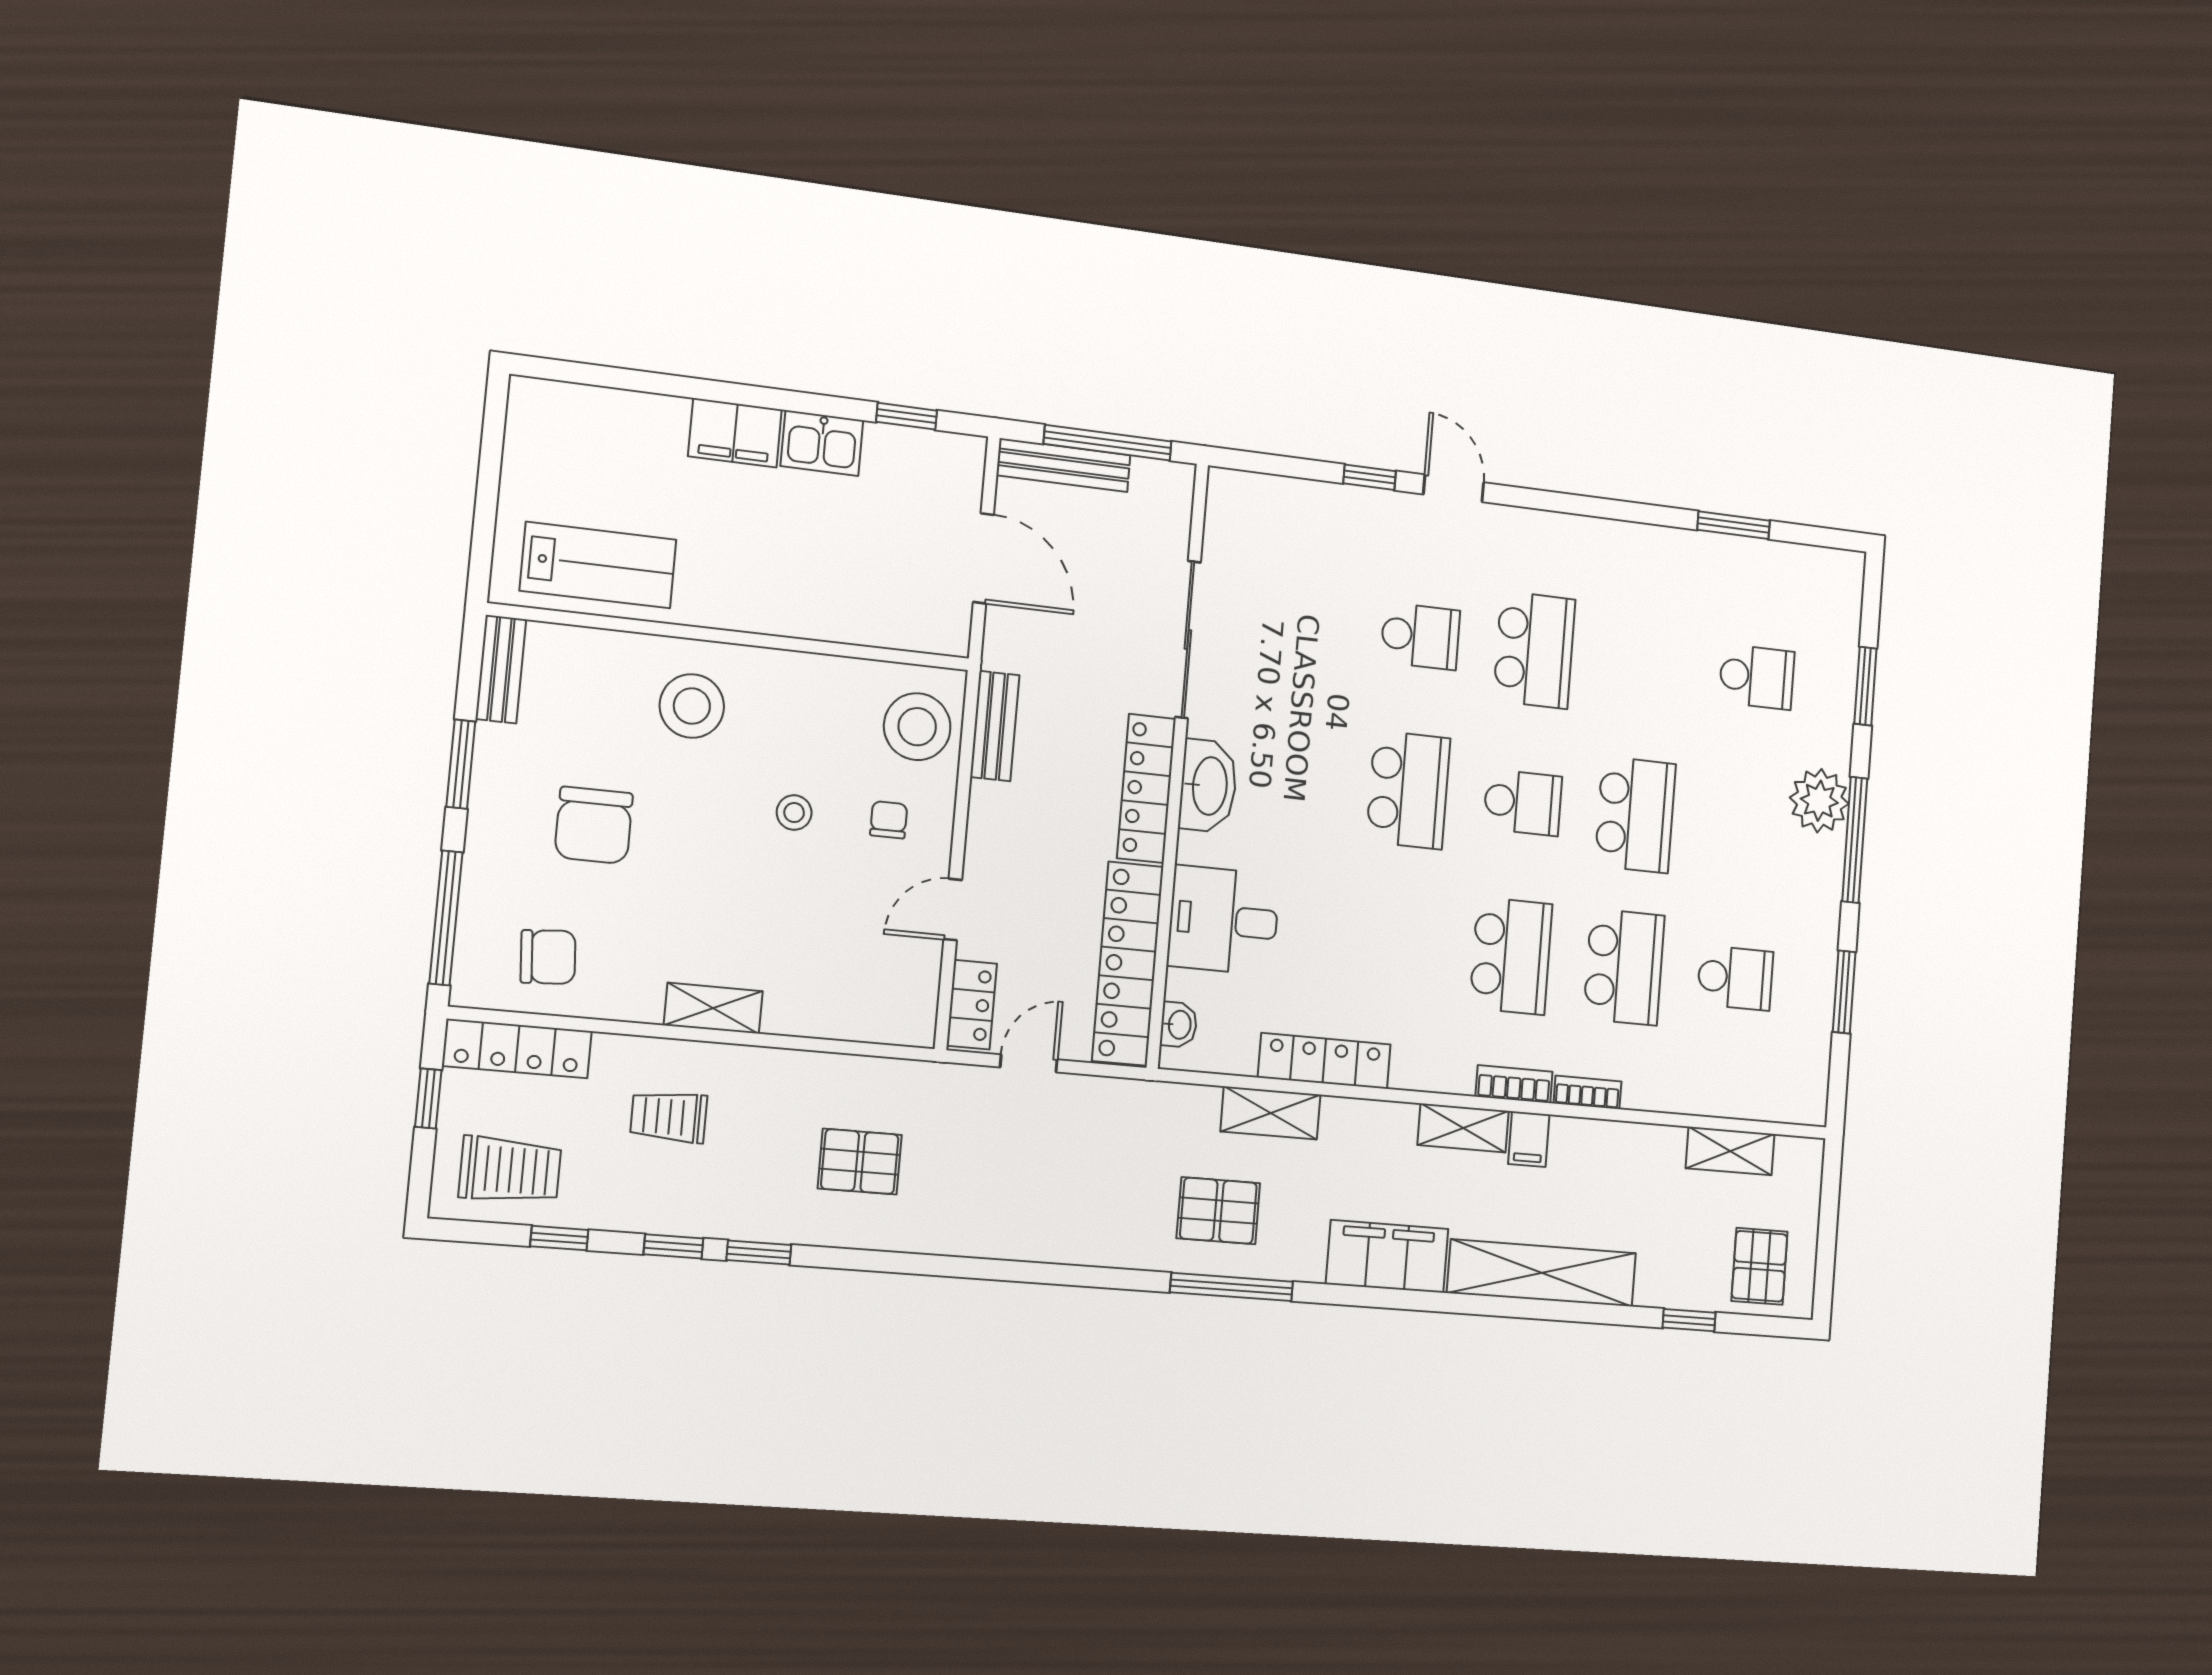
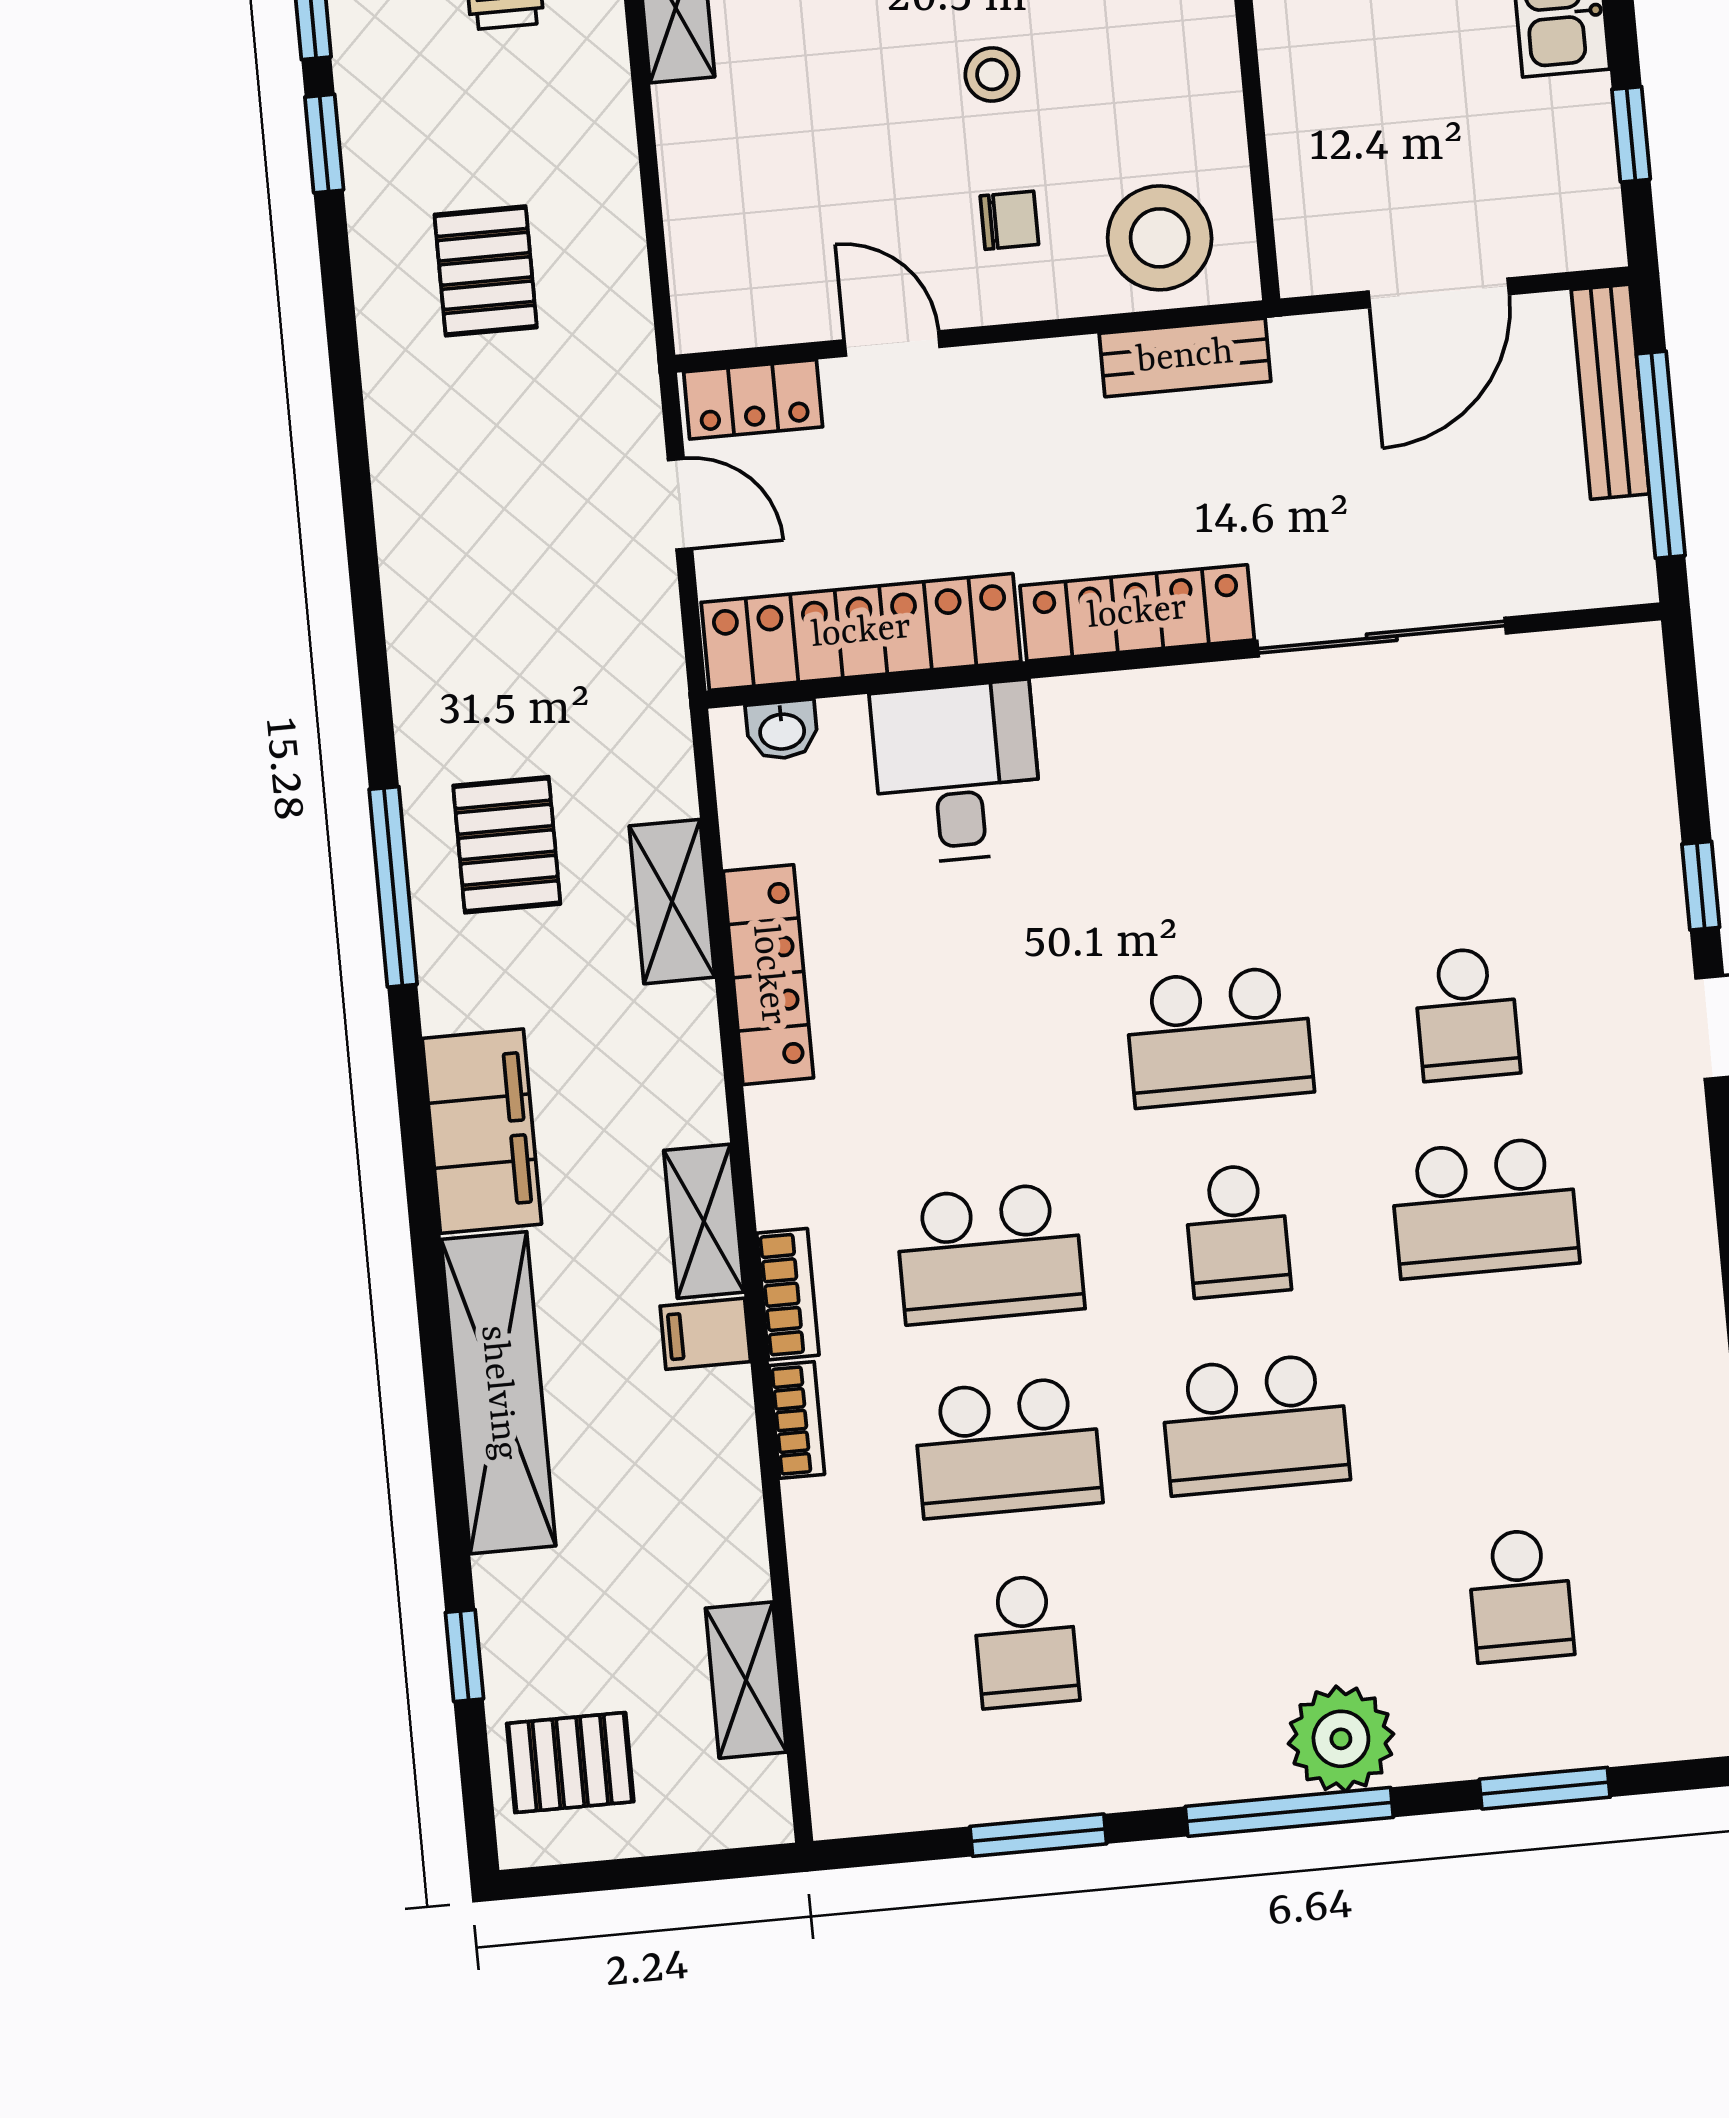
washbasin: (1208, 786) -> (1161, 711), removed

